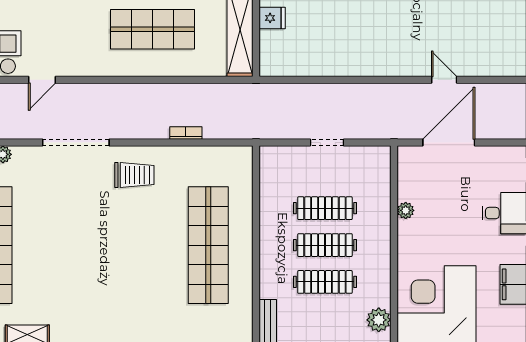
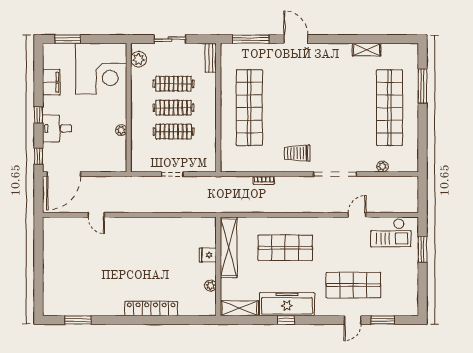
door: (449, 143) -> (64, 174), moved

